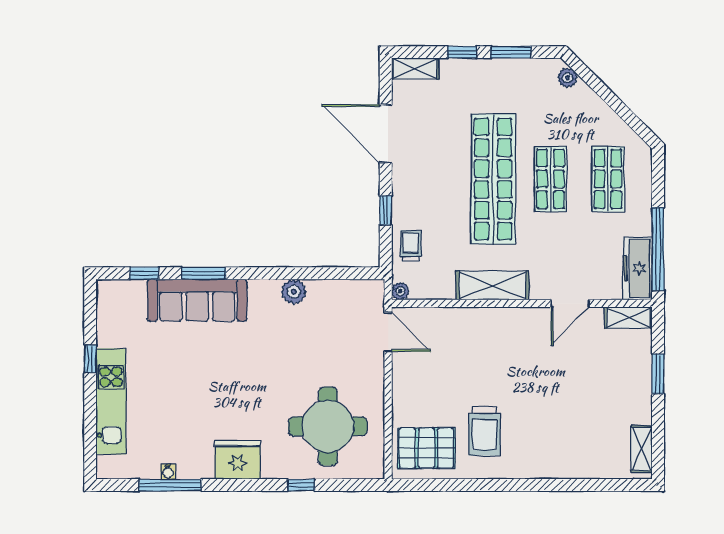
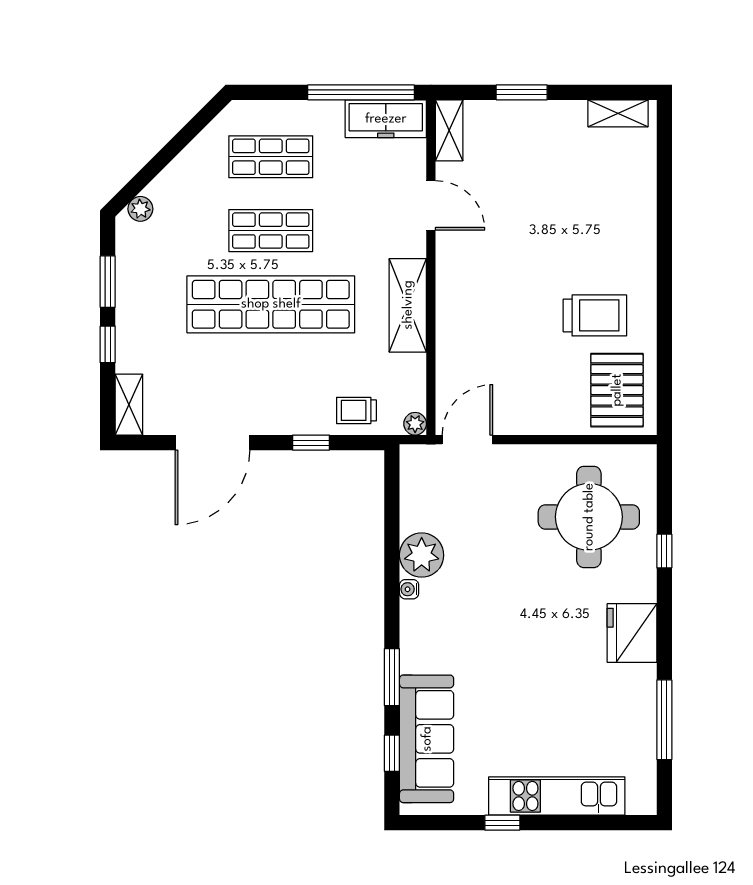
plant: (294, 292) -> (422, 555), width x1.36, depth x1.36
sofa: (197, 300) -> (427, 739), moved
water cooler: (168, 472) -> (409, 589), moved, turned 180

